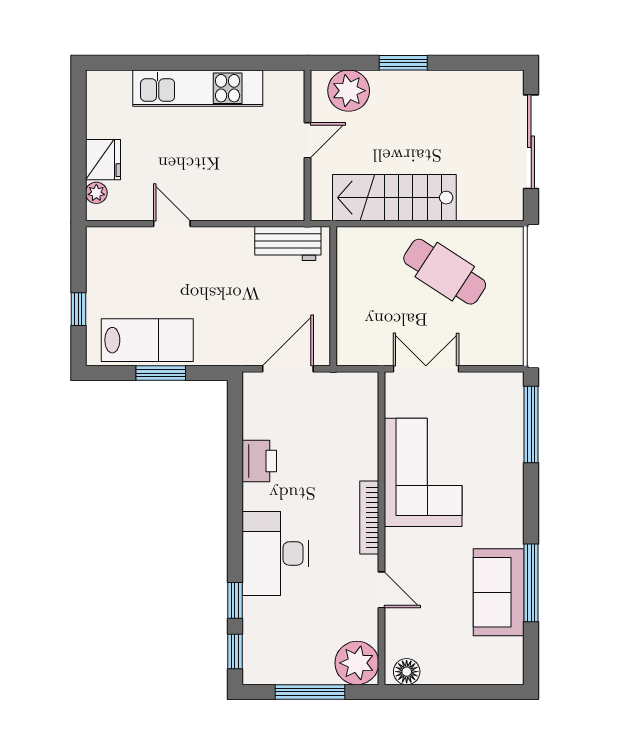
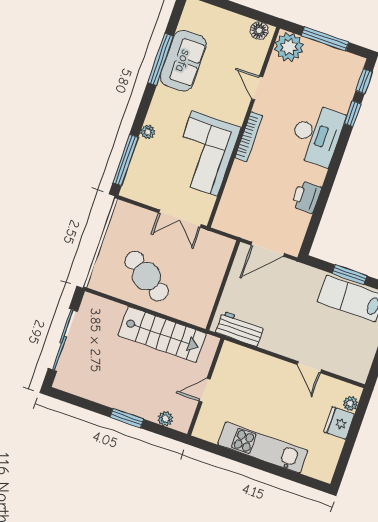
plant: (349, 91) -> (165, 419), width x0.53, depth x0.53
plant: (513, 475) -> (148, 132), added

